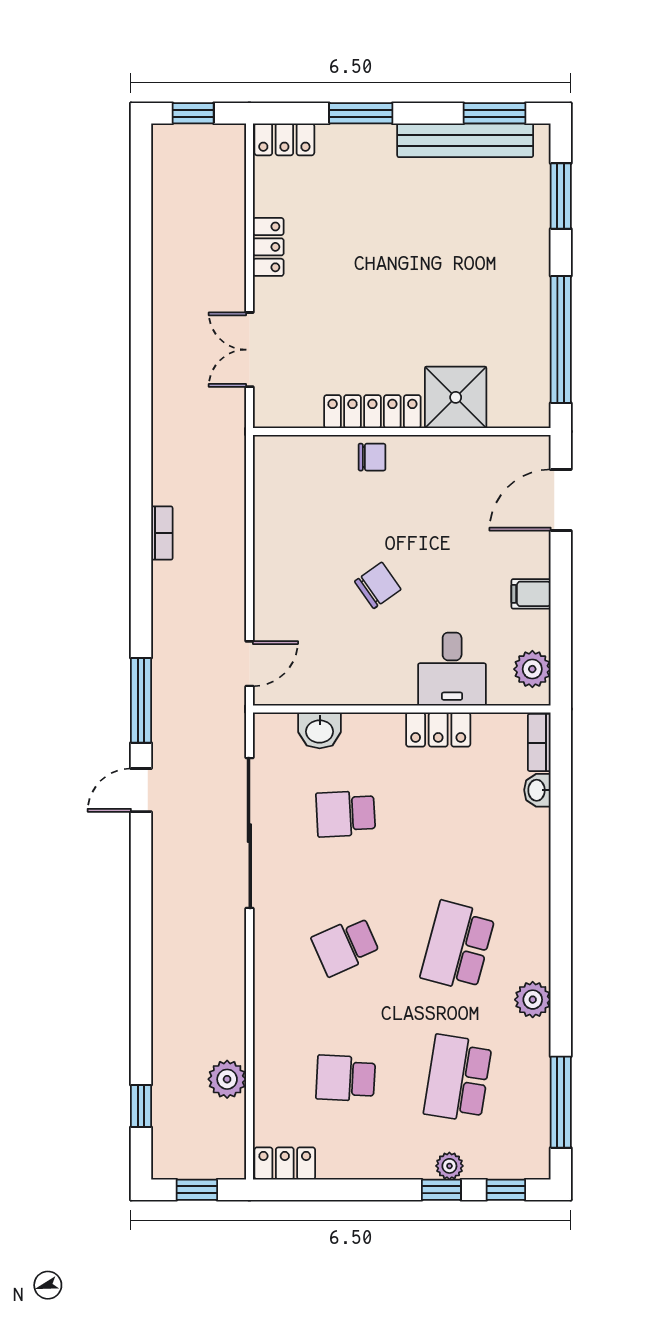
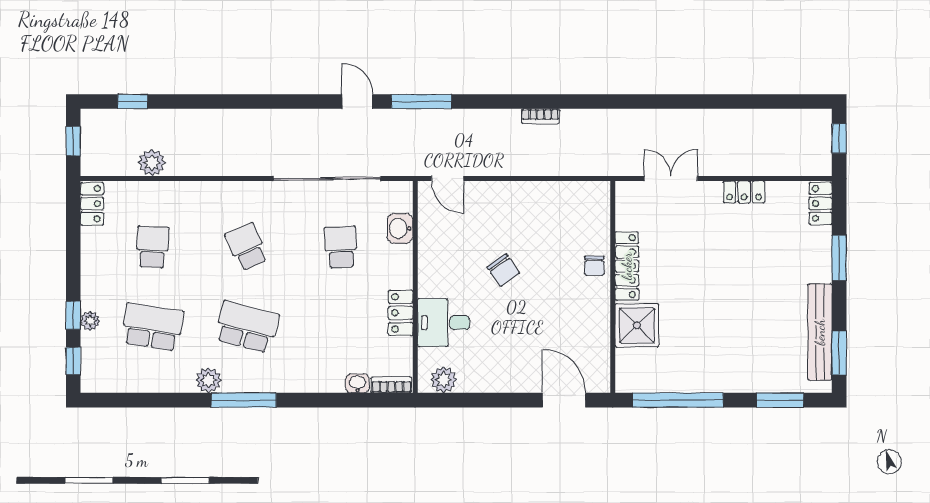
filing cabinet: (531, 594) -> (497, 379), removed
window: (561, 1102) -> (244, 400), moved

